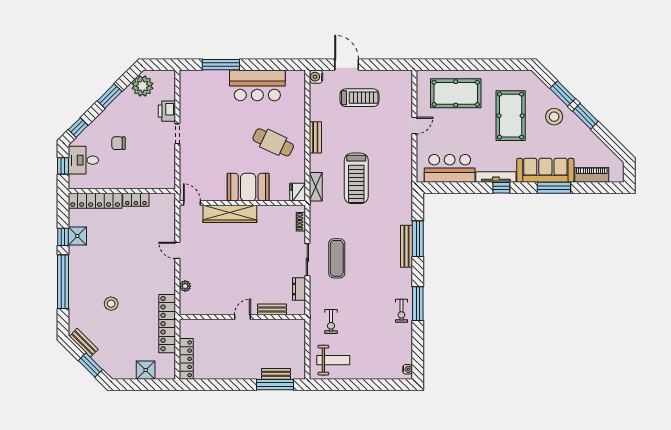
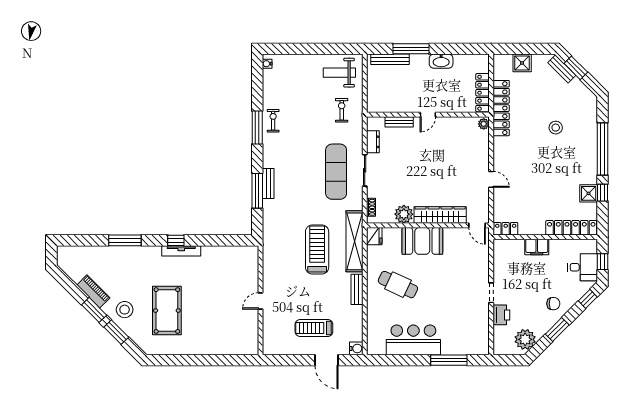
pool table: (456, 93) -> (220, 332), removed
chair: (118, 143) -> (553, 304), moved
bar counter: (450, 168) -> (226, 259), removed
sofa: (545, 170) -> (133, 257), removed
piano: (592, 175) -> (93, 291), moved, turned -135
filing cabinet: (131, 181) -> (537, 247), added
shelving: (316, 187) -> (354, 241), width x2.20, depth x1.33
locker: (136, 200) -> (506, 229), moved
plant: (267, 215) -> (404, 214), added
bench: (407, 246) -> (268, 183), width x0.73
exercise mat: (337, 258) -> (336, 172), width x1.36, depth x1.45
plant: (185, 286) -> (484, 124), moved
bench: (84, 343) -> (562, 69), moved
locker: (186, 359) -> (483, 93), moved
washbasin: (229, 372) -> (441, 61), added
bench: (276, 374) -> (390, 59), width x1.36
window: (275, 385) -> (411, 49), moved

